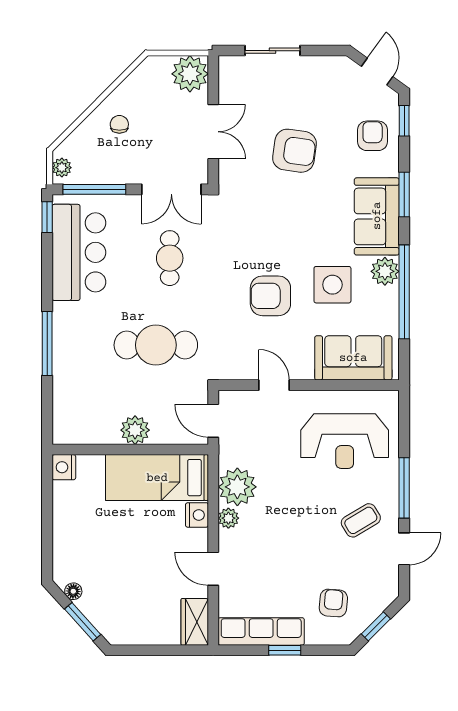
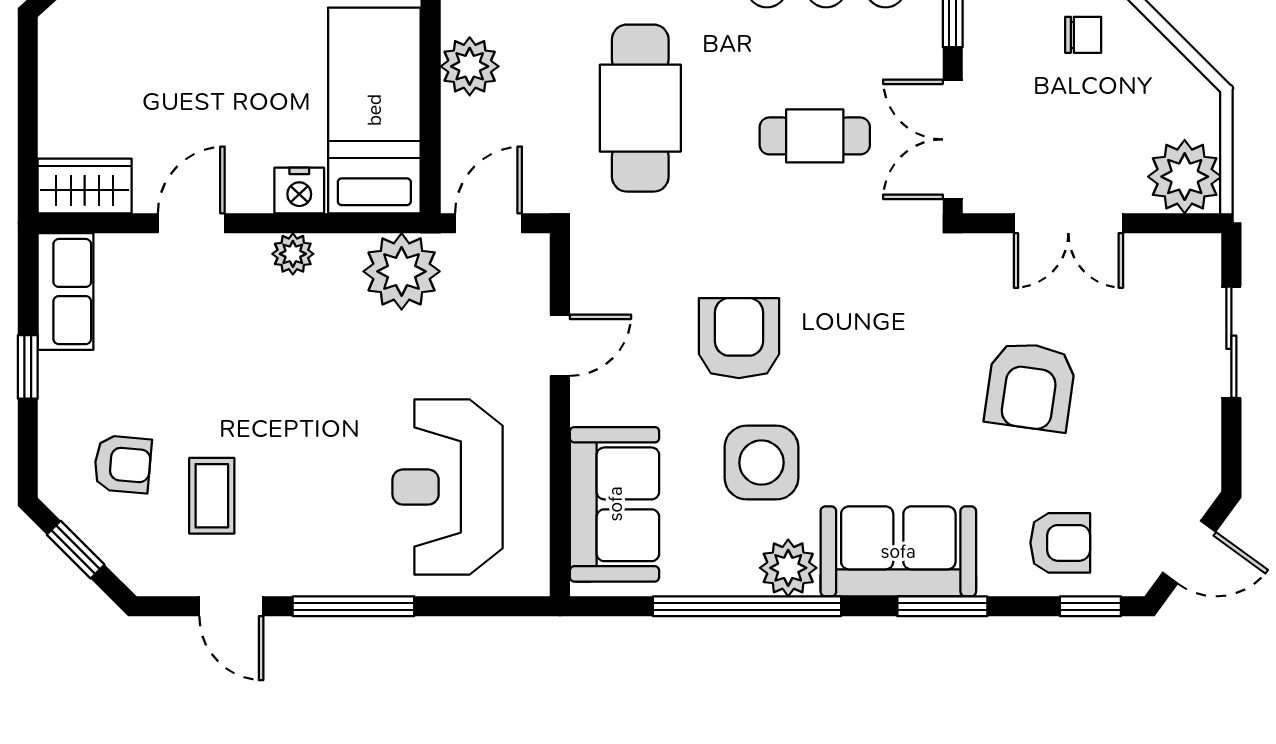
plant: (237, 487) -> (402, 271), moved
coffee table: (361, 520) -> (212, 496), moved, turned 31
row of seats: (261, 631) -> (66, 292), width x0.68

